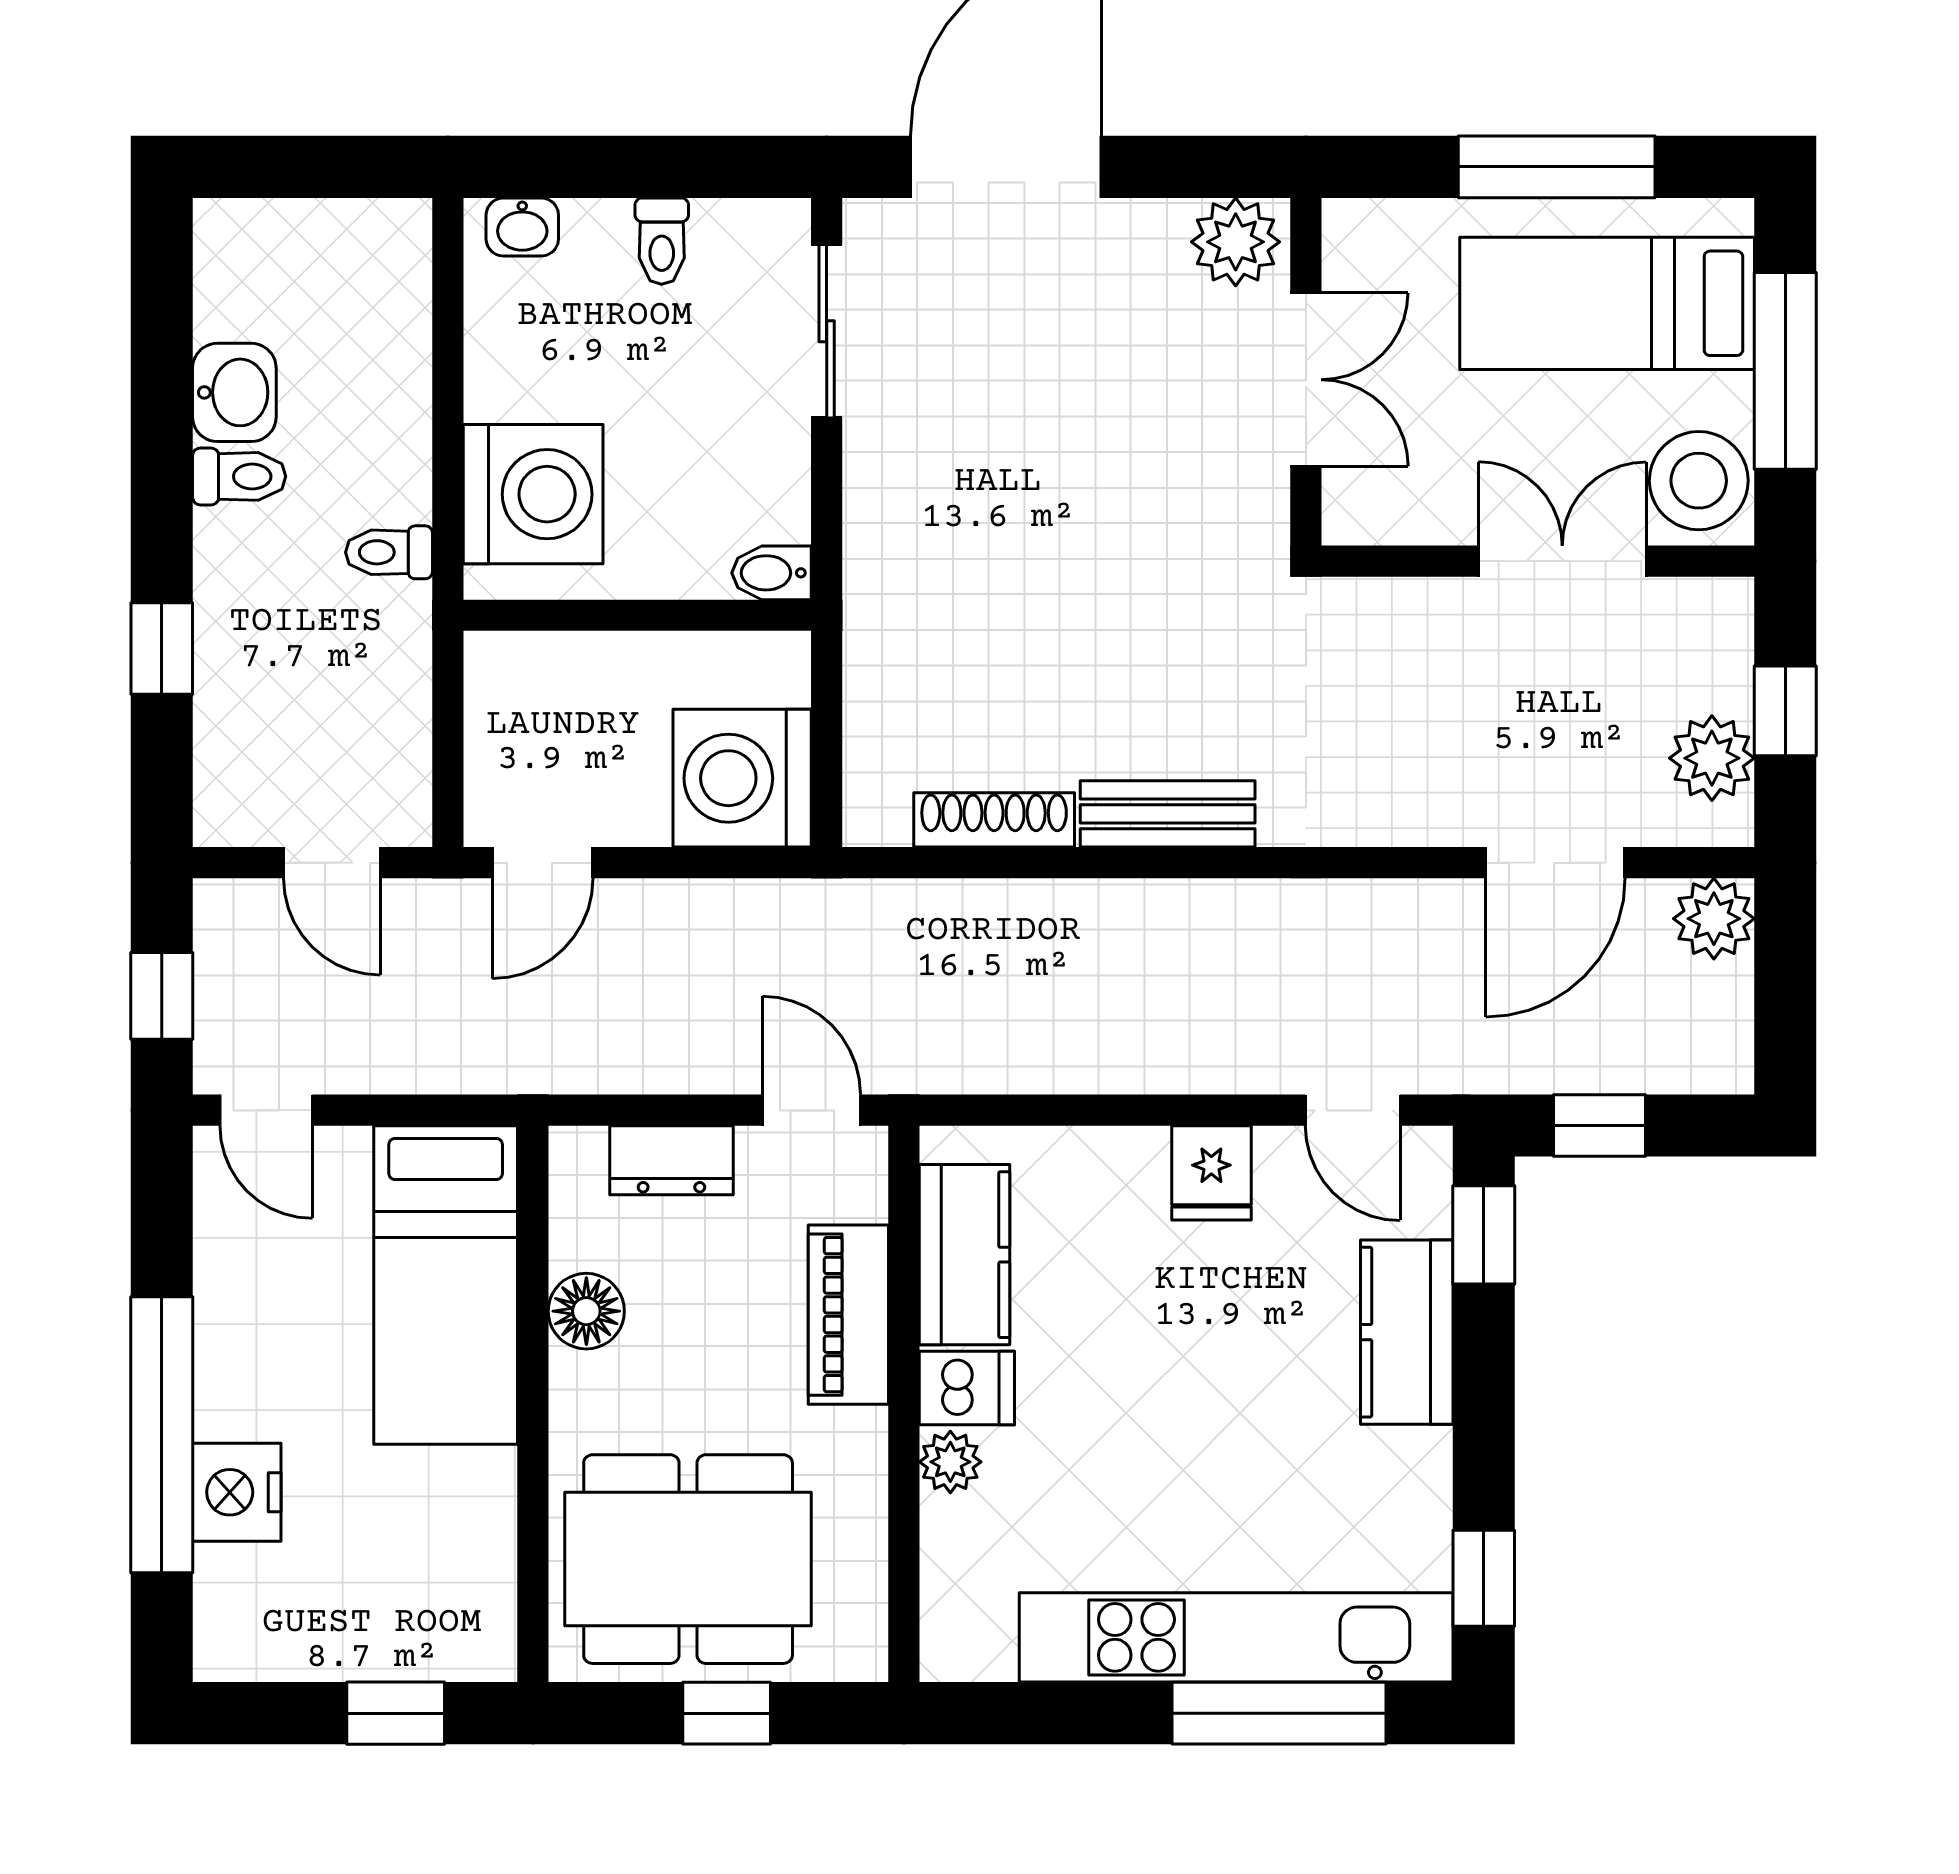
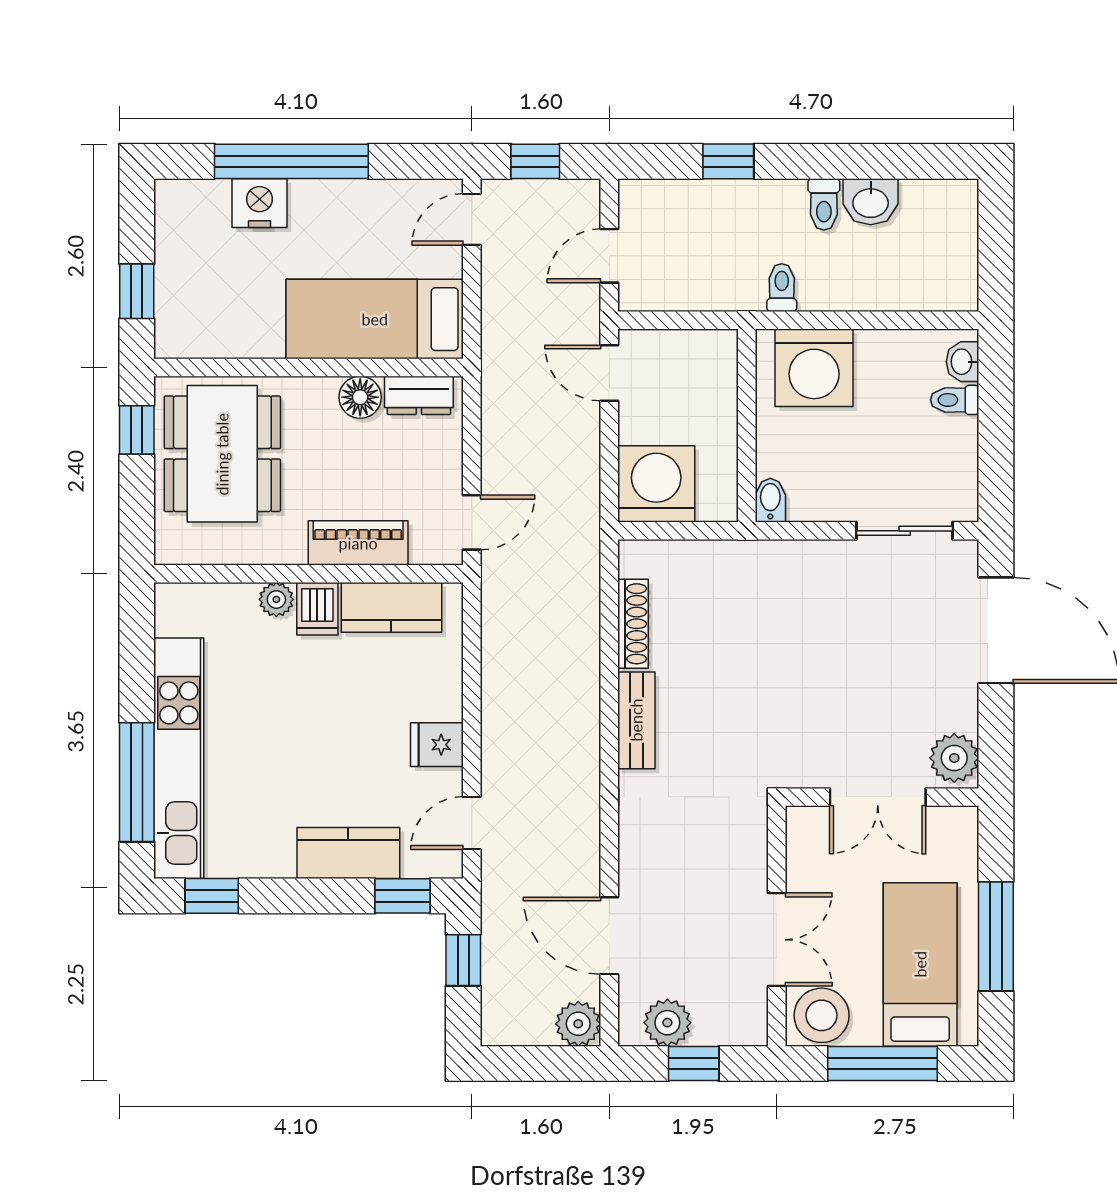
toilet: (662, 241) -> (955, 400), moved
dresser: (671, 1160) -> (419, 395), moved, turned -90
window: (727, 1713) -> (137, 430), moved

